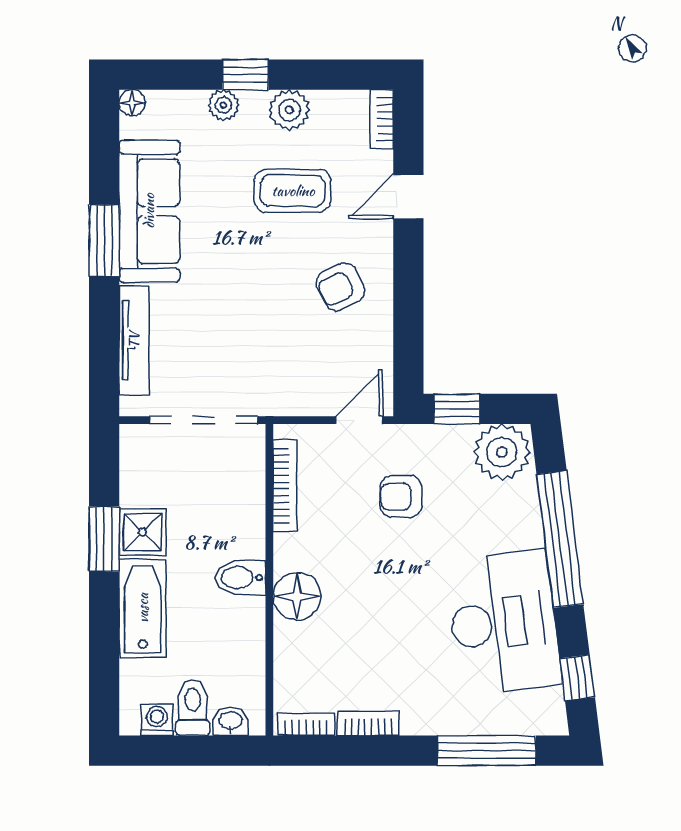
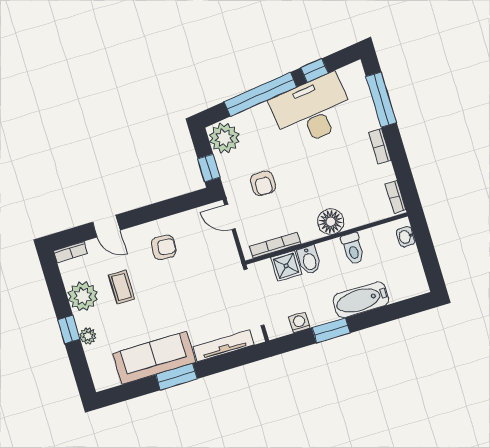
floor lamp: (132, 103) -> (101, 384), removed
plant: (289, 110) -> (83, 296), width x1.36, depth x1.36
coffee table: (293, 191) -> (121, 287), width x0.73, depth x0.77
armchair: (340, 287) -> (164, 247), turned -59
shower: (143, 532) -> (286, 266), moved
bidet: (241, 578) -> (309, 260), moved
window: (577, 678) -> (315, 70), moved
toilet: (193, 708) -> (353, 249), moved, turned -90
washing machine: (157, 720) -> (299, 322), moved, turned 90
bookcase: (369, 723) -> (380, 146), moved

